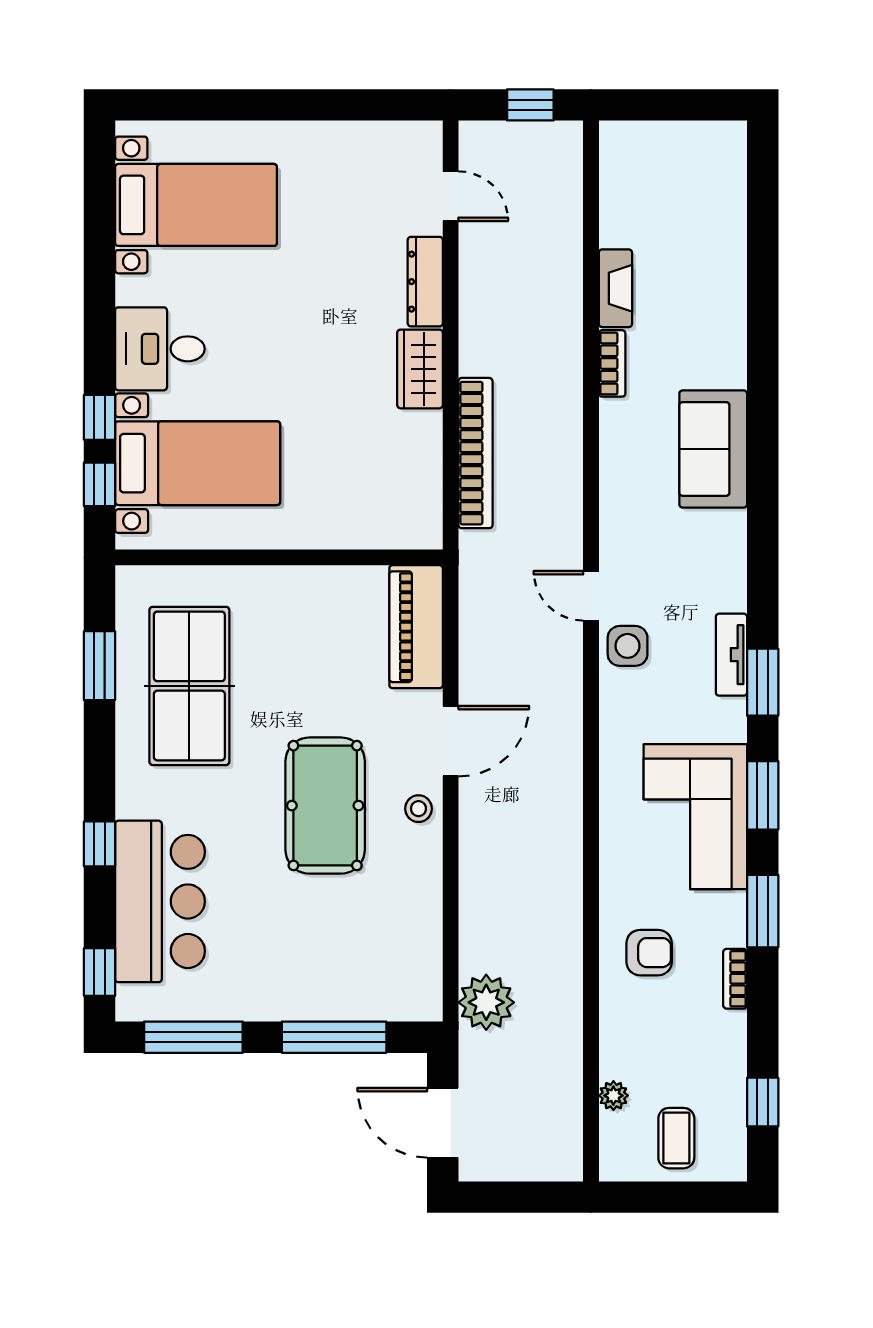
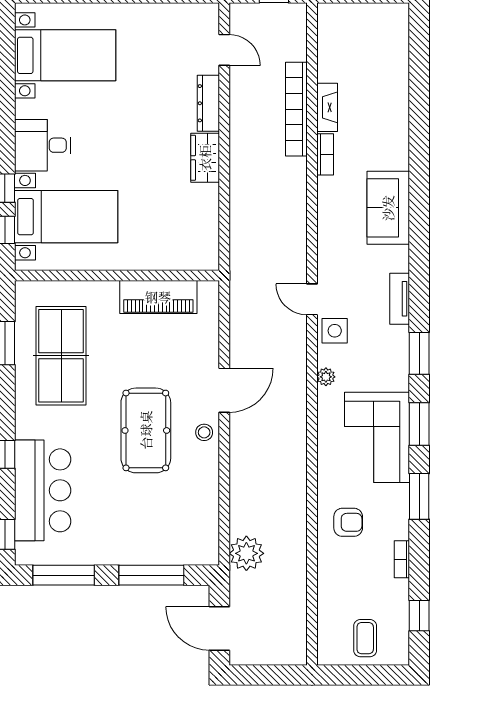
bookcase: (475, 453) -> (296, 109), moved, turned 180
piano: (416, 627) -> (158, 297), moved, turned -90
tv unit: (731, 655) -> (400, 299), moved
bookcase: (735, 979) -> (402, 559), moved
plant: (613, 1096) -> (326, 377), moved

